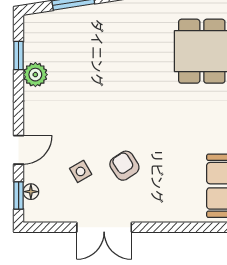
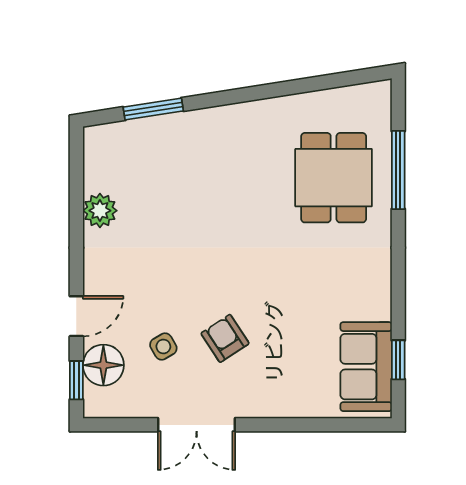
window: (19, 56) -> (76, 184), removed
floor lamp: (31, 192) -> (103, 365), width x1.89, depth x1.89

